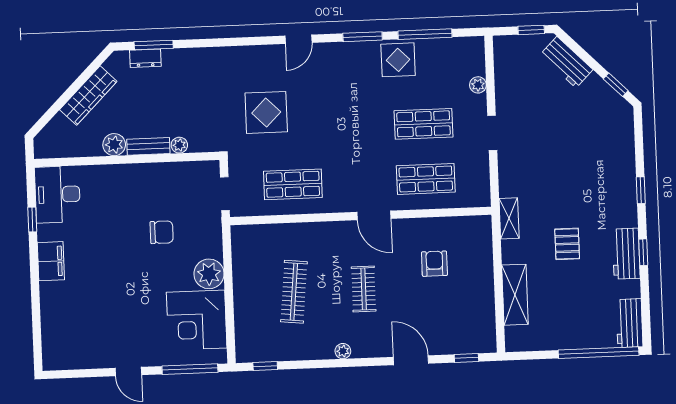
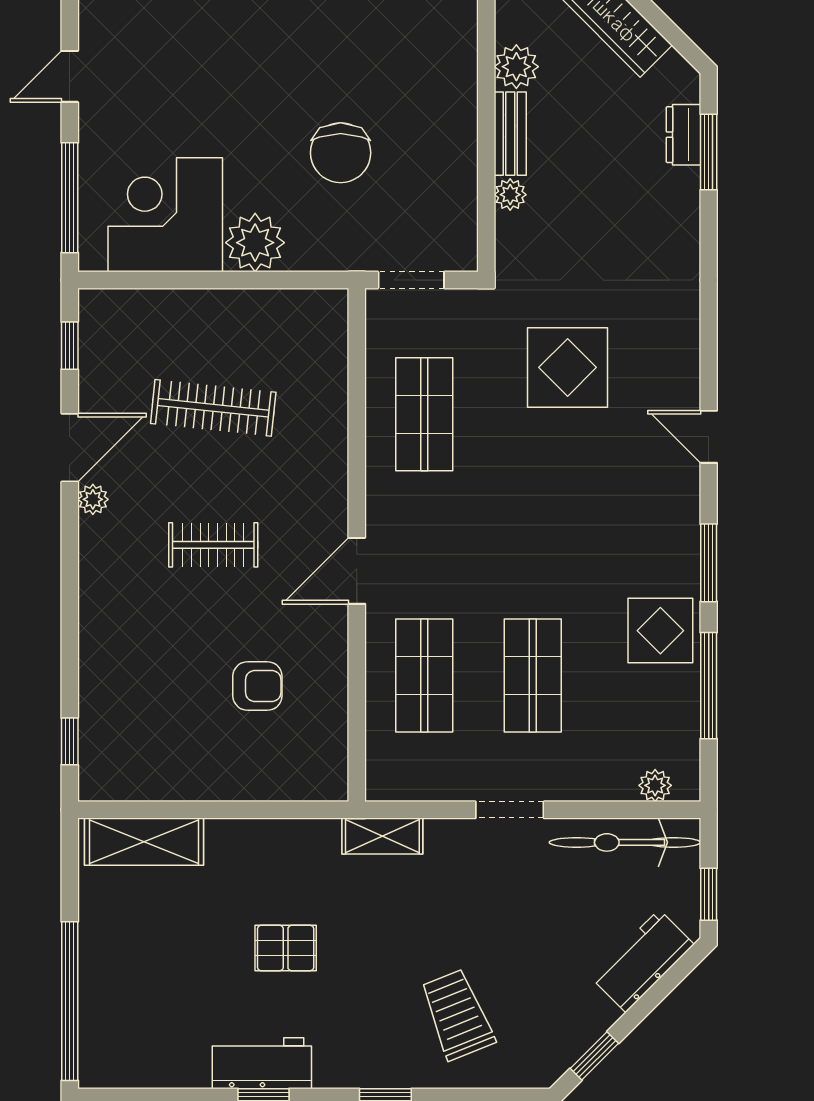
bicycle: (507, 74) -> (625, 842), added
plant: (478, 85) -> (655, 785), moved
trolley: (598, 155) -> (457, 1015), added
shelving: (509, 218) -> (382, 836), moved
chair: (162, 232) -> (341, 153), width x1.37, depth x1.37
shelving: (515, 295) -> (144, 842), moved
workbench: (630, 323) -> (125, 1064), removed
door: (411, 360) -> (70, 448), moved

